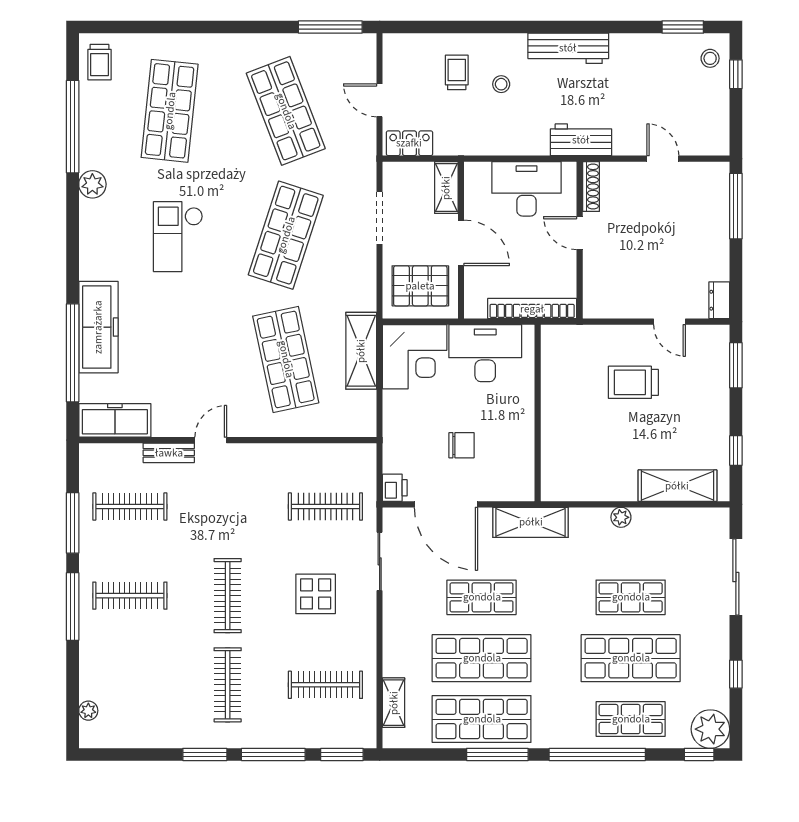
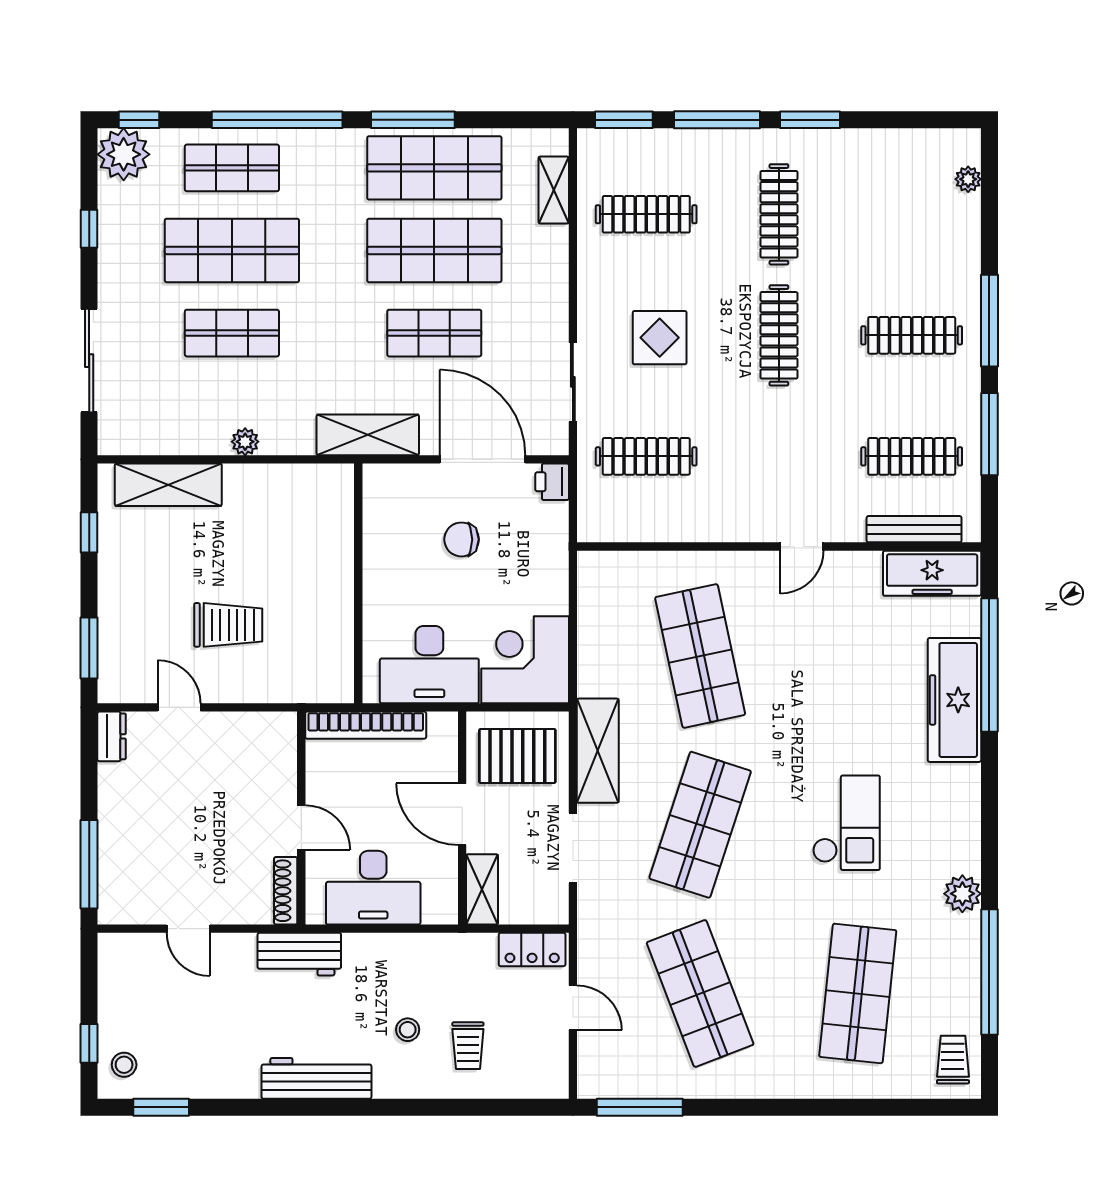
shelving: (361, 351) -> (598, 751), moved
bench: (169, 453) -> (914, 529), moved, width x1.36

